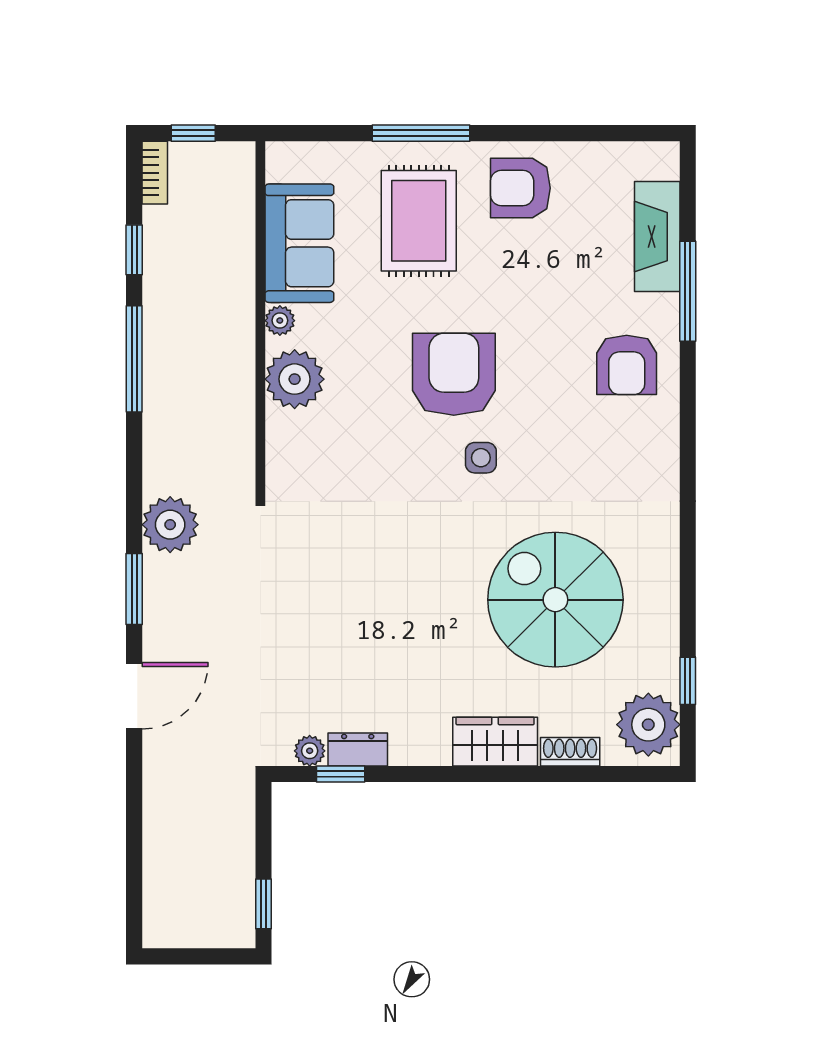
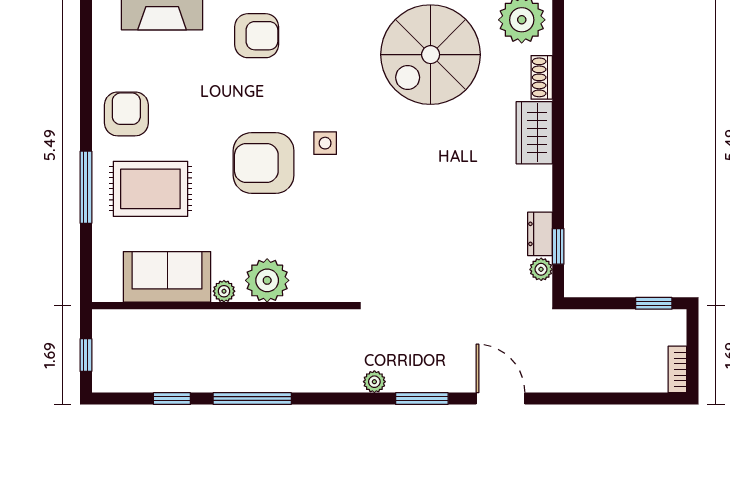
bookcase: (155, 173) -> (677, 369), moved, turned -90
armchair: (520, 188) -> (126, 114), turned 180
plant: (170, 525) -> (374, 382), width x0.53, depth x0.53
spiral stairs: (555, 600) -> (431, 55), moved

